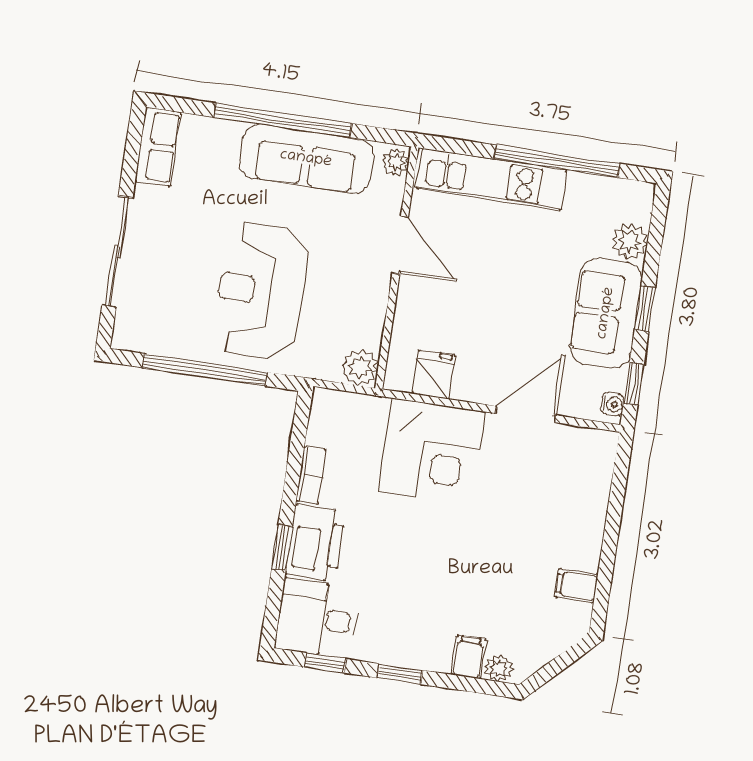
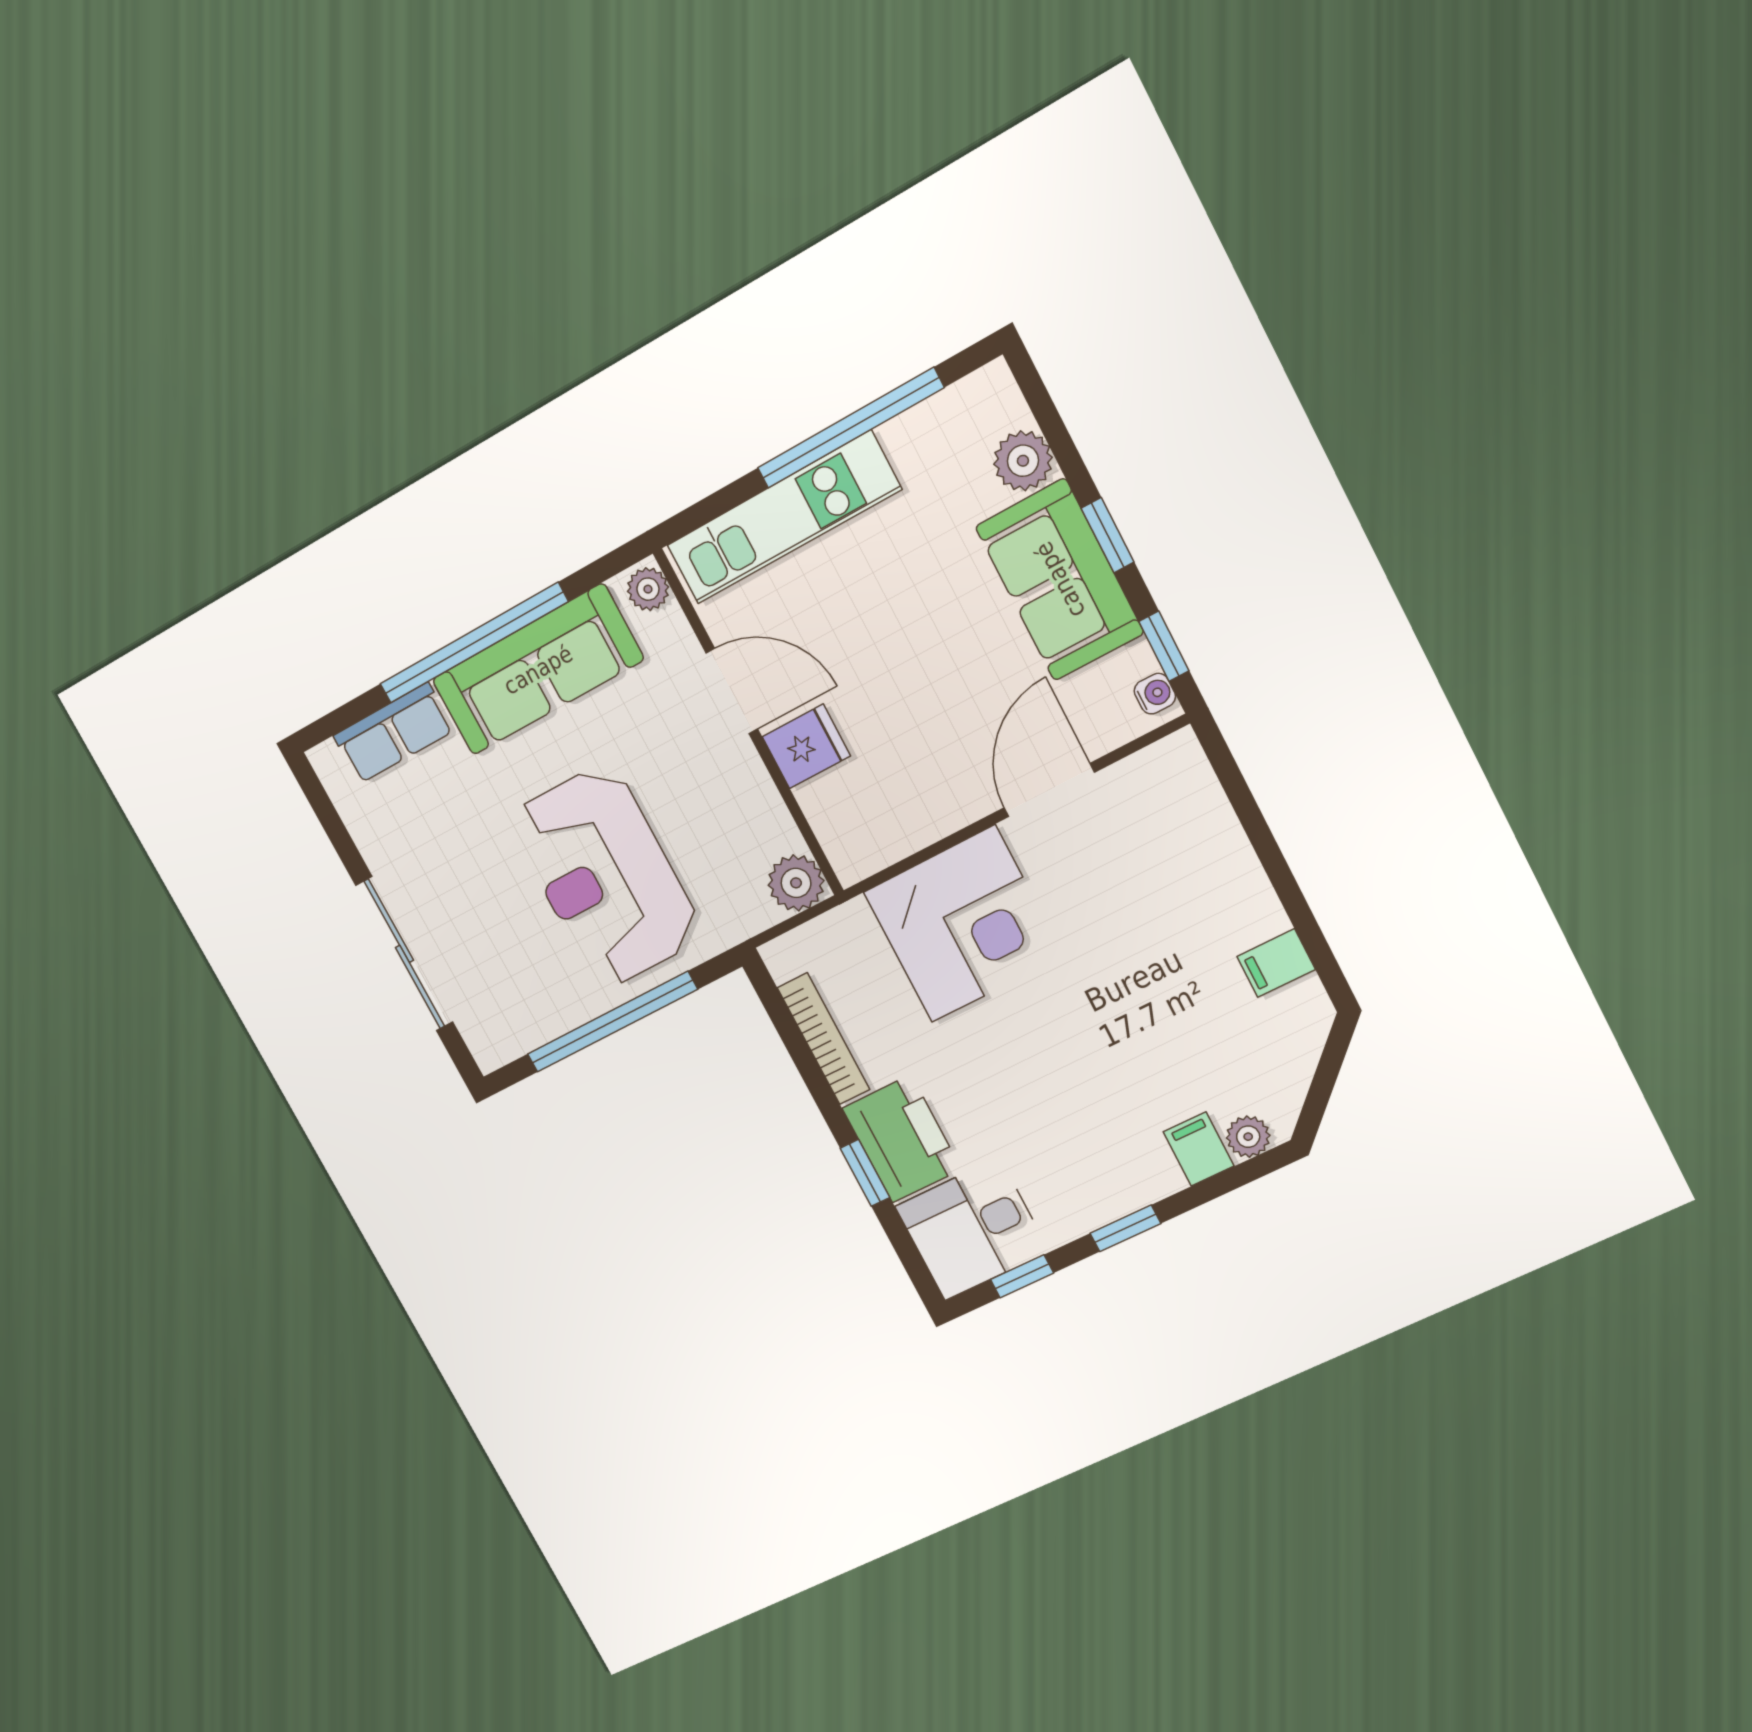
row of seats: (158, 147) -> (394, 733), moved, turned 90
fridge: (434, 375) -> (806, 746), moved, turned 90
bookcase: (311, 475) -> (824, 1039), width x1.56

